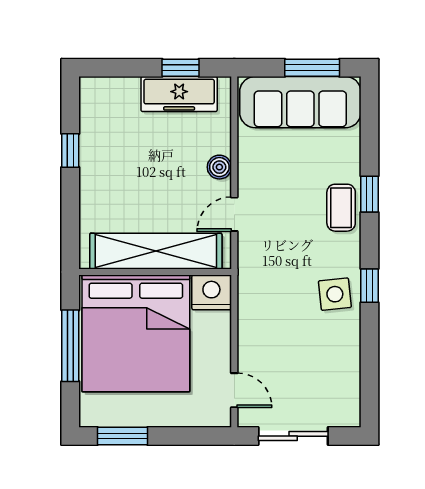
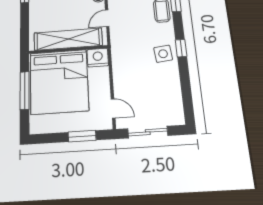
window: (123, 436) -> (82, 136), moved

